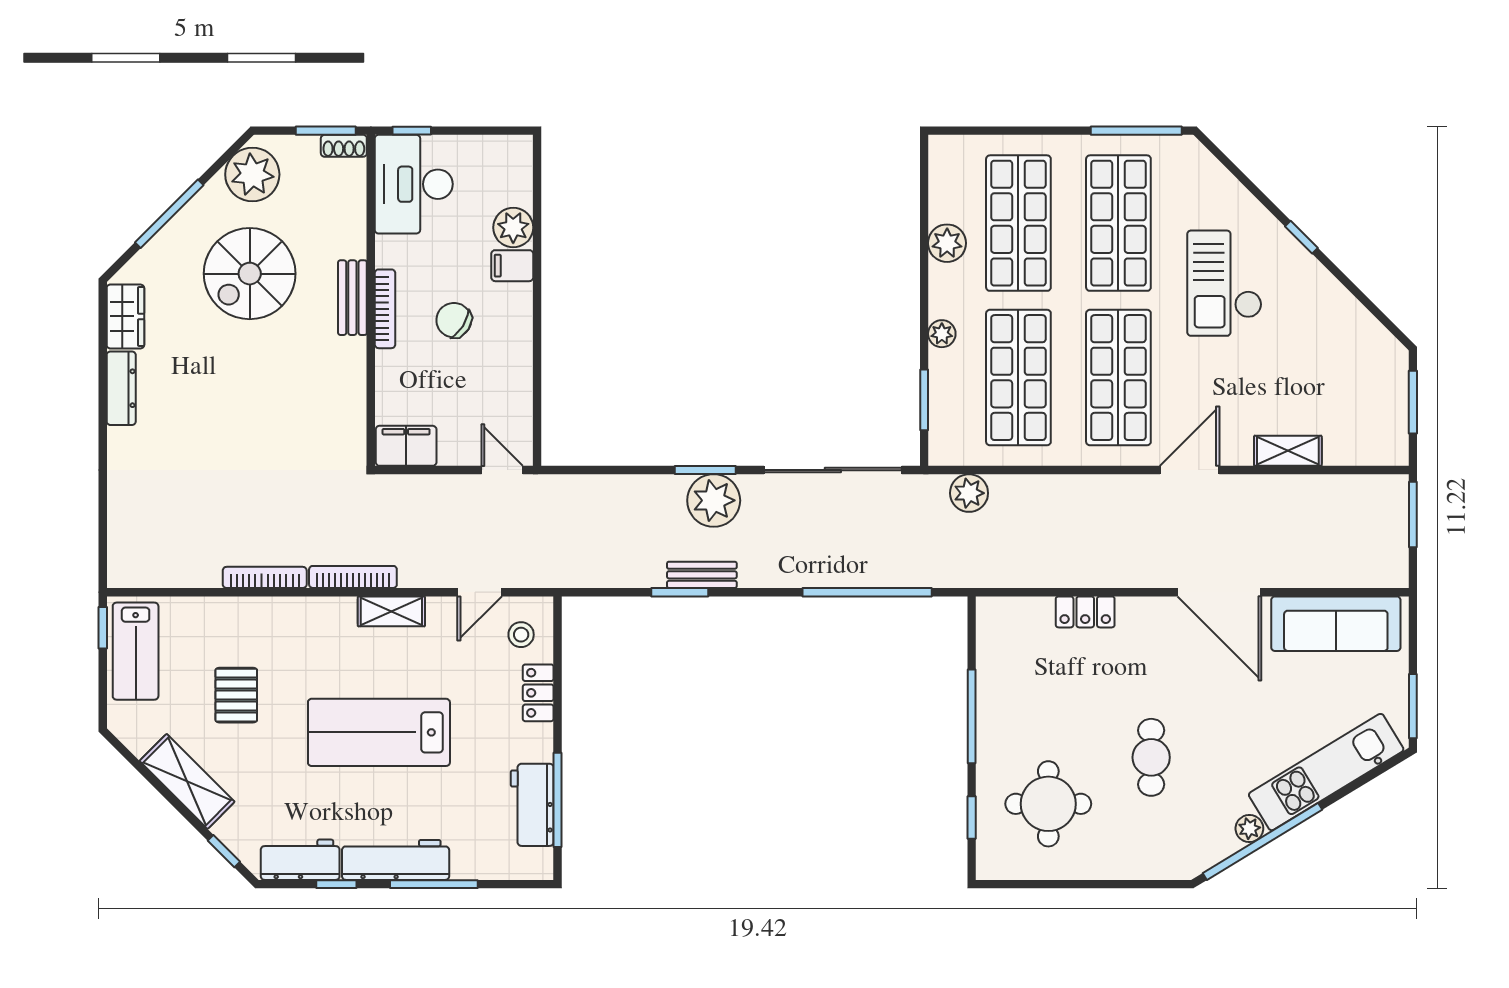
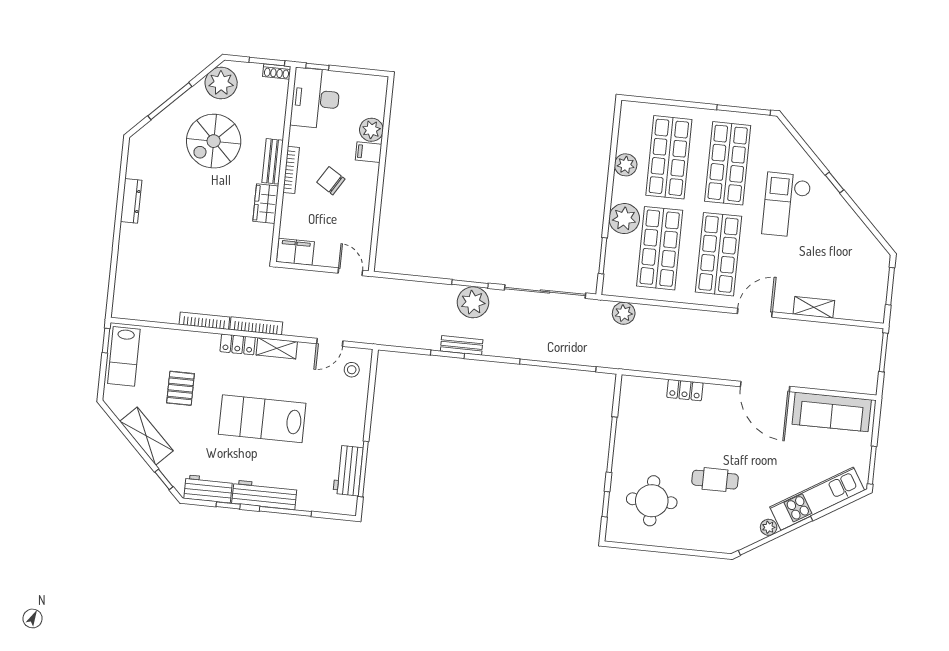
wardrobe: (125, 316) -> (266, 204), moved, turned 180
plant: (942, 334) -> (624, 219), width x1.87, depth x1.87
locker: (538, 693) -> (238, 344), moved, turned -90
cafe table: (1151, 757) -> (715, 480), turned 90

